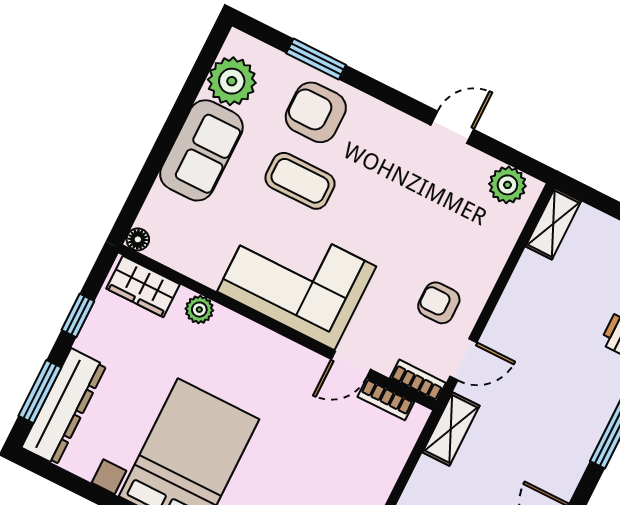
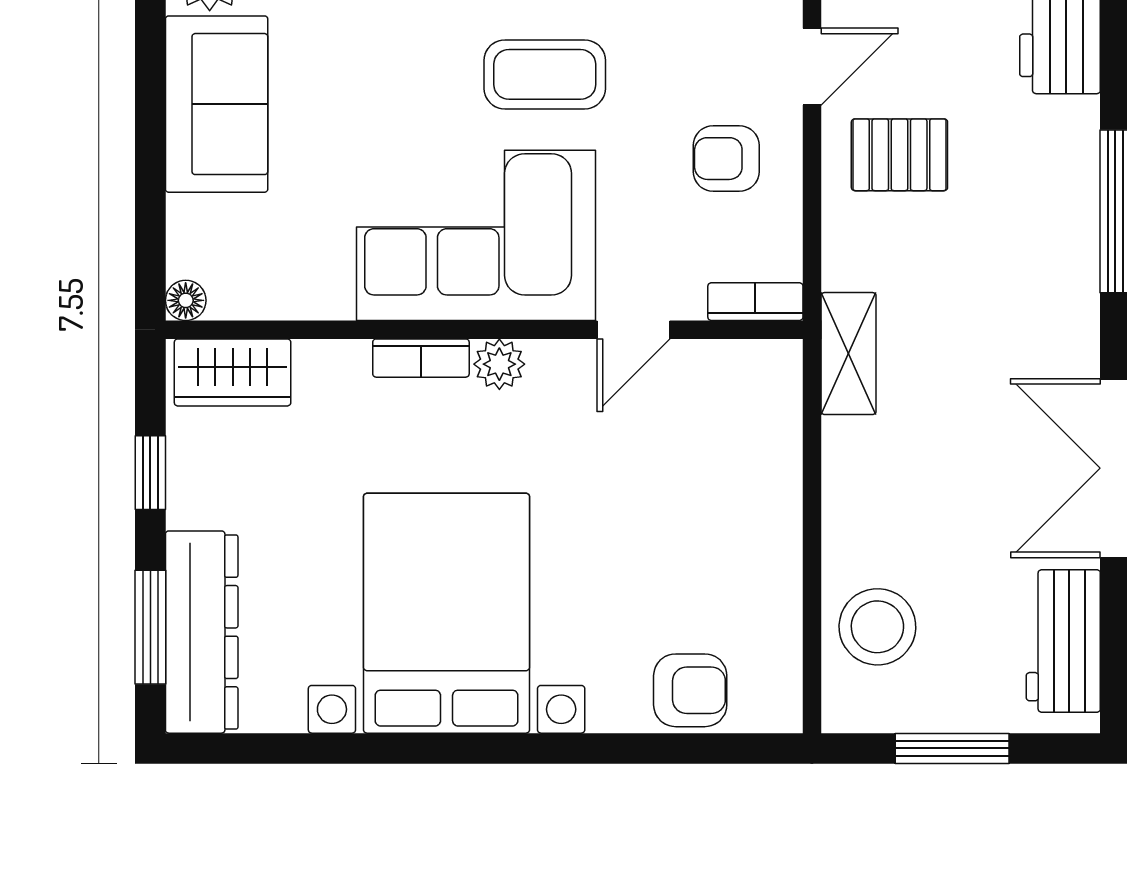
coffee table: (300, 181) -> (545, 74), moved
plant: (199, 310) -> (499, 364), moved
pallet: (525, 344) -> (899, 155), added
door: (463, 359) -> (812, 67), moved
bookcase: (386, 399) -> (421, 358), moved

